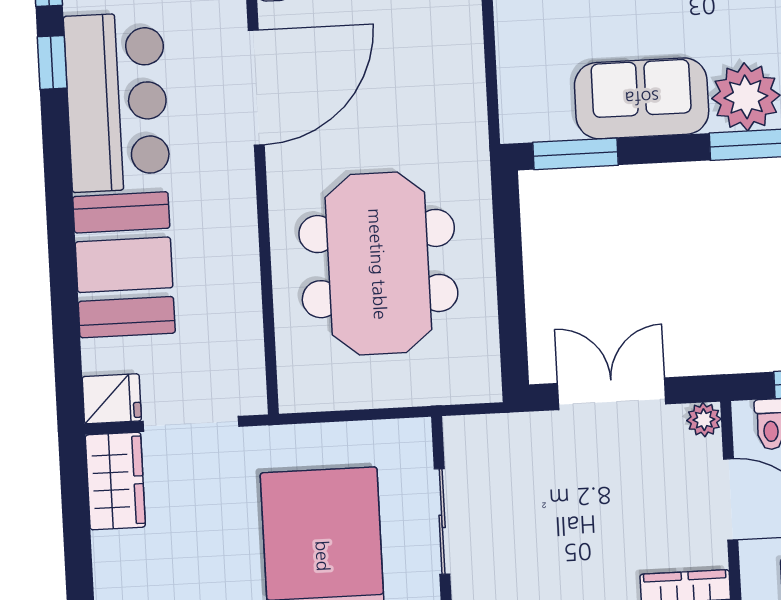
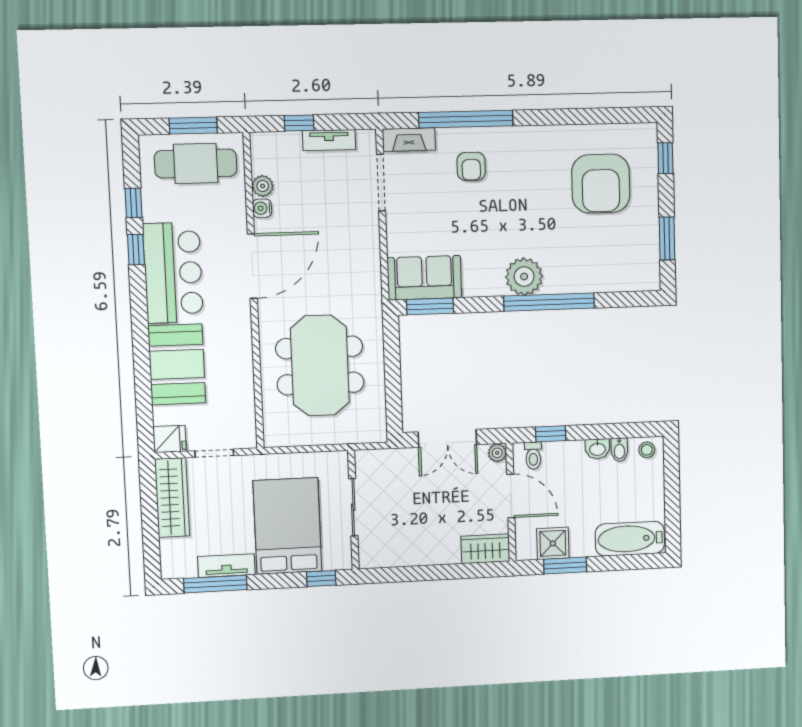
sofa: (642, 98) -> (424, 278), moved
double door: (612, 394) -> (447, 438), swing flipped
doorway: (191, 424) -> (214, 453), width x0.73
wardrobe: (115, 481) -> (172, 498), width x1.50

